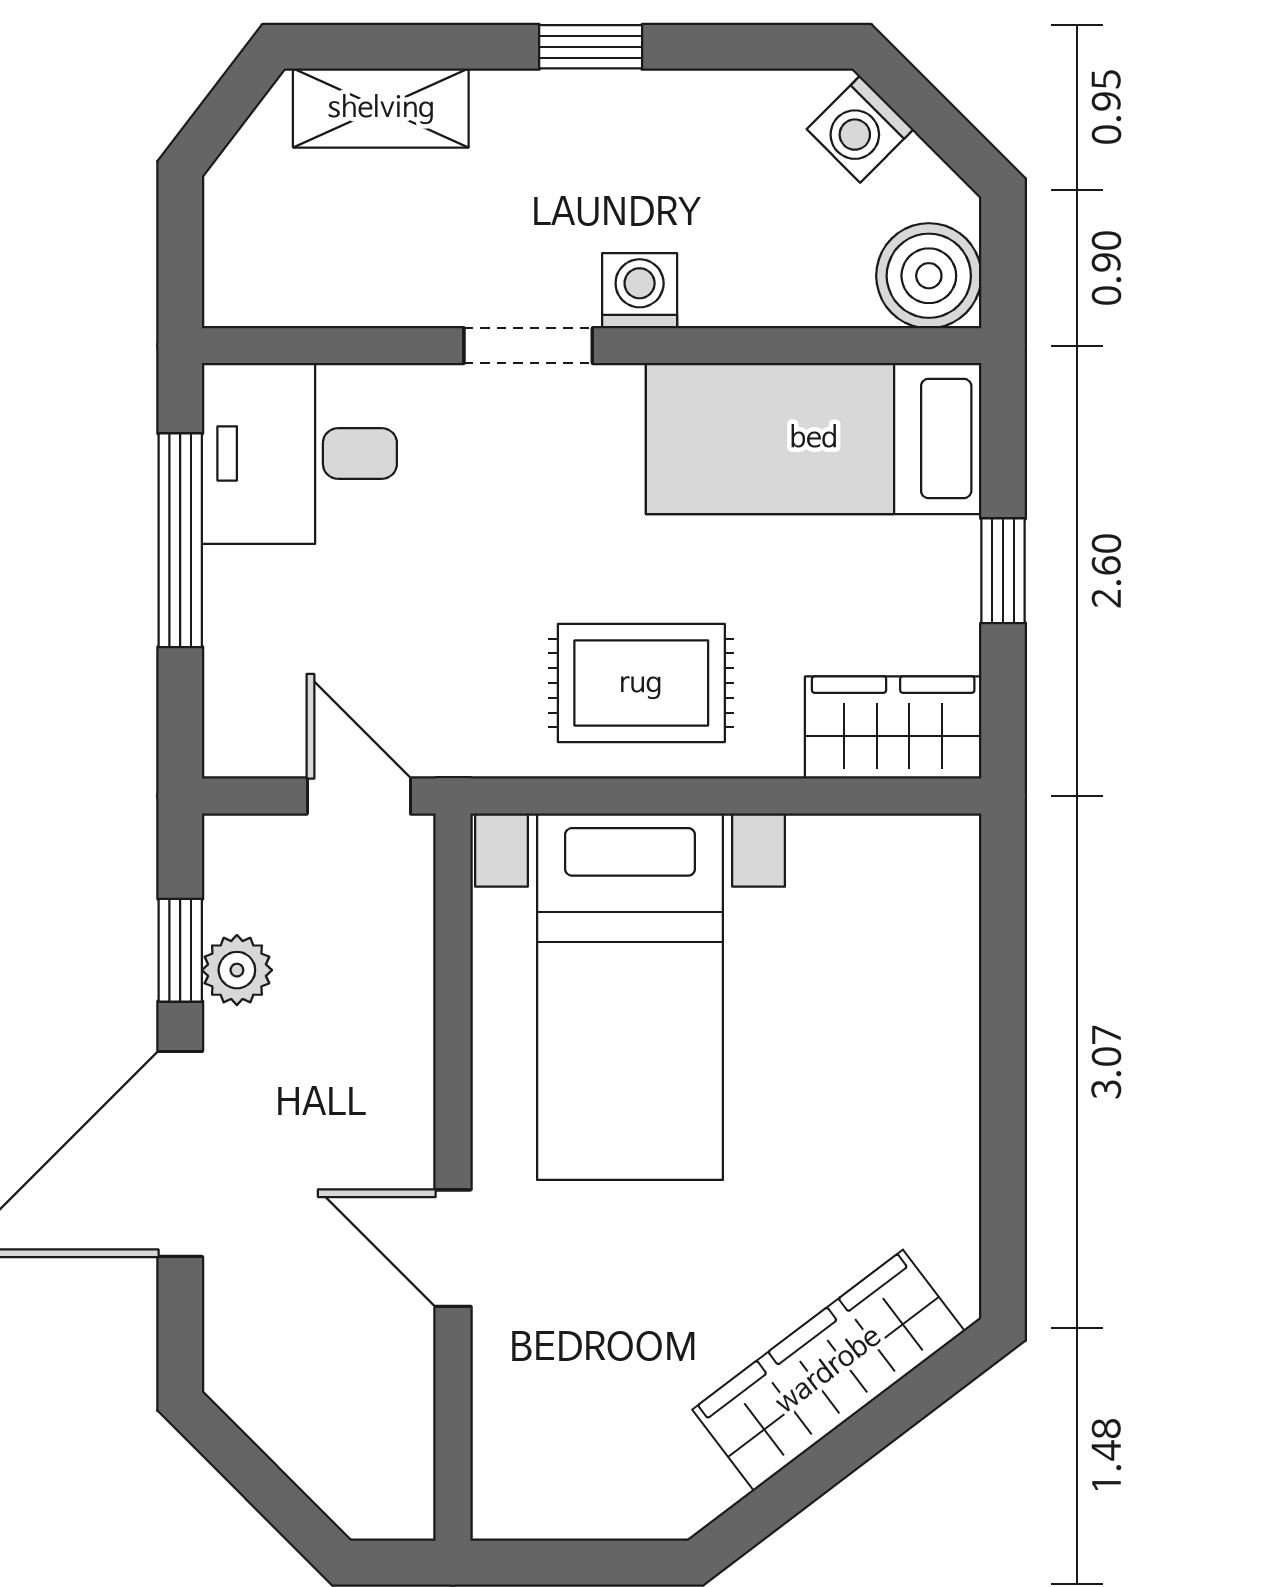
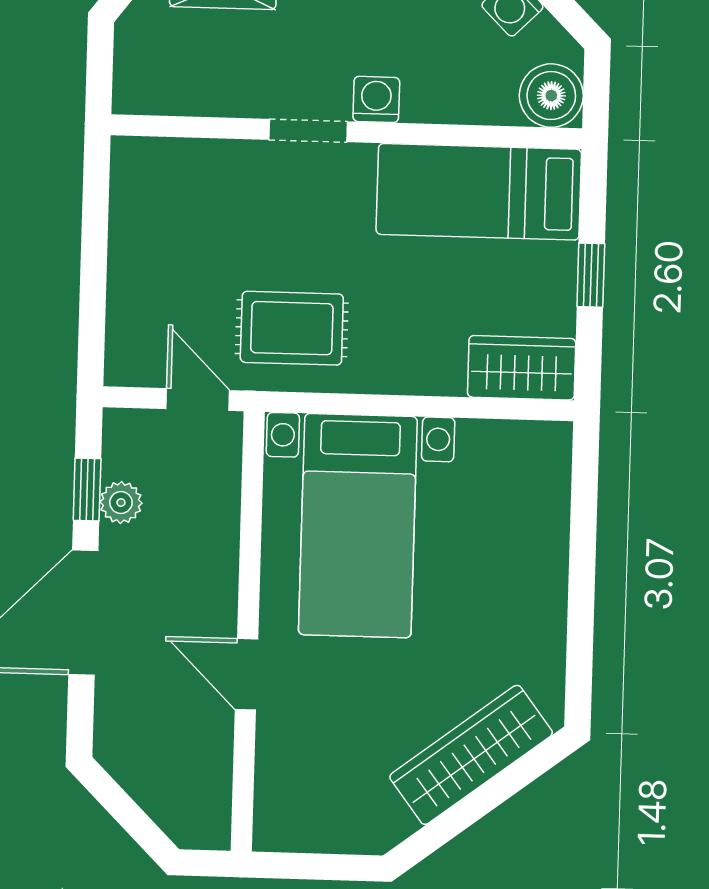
desk: (299, 453) -> (168, 192), removed
window: (180, 540) -> (94, 242), removed
rug: (641, 683) -> (292, 328), moved

